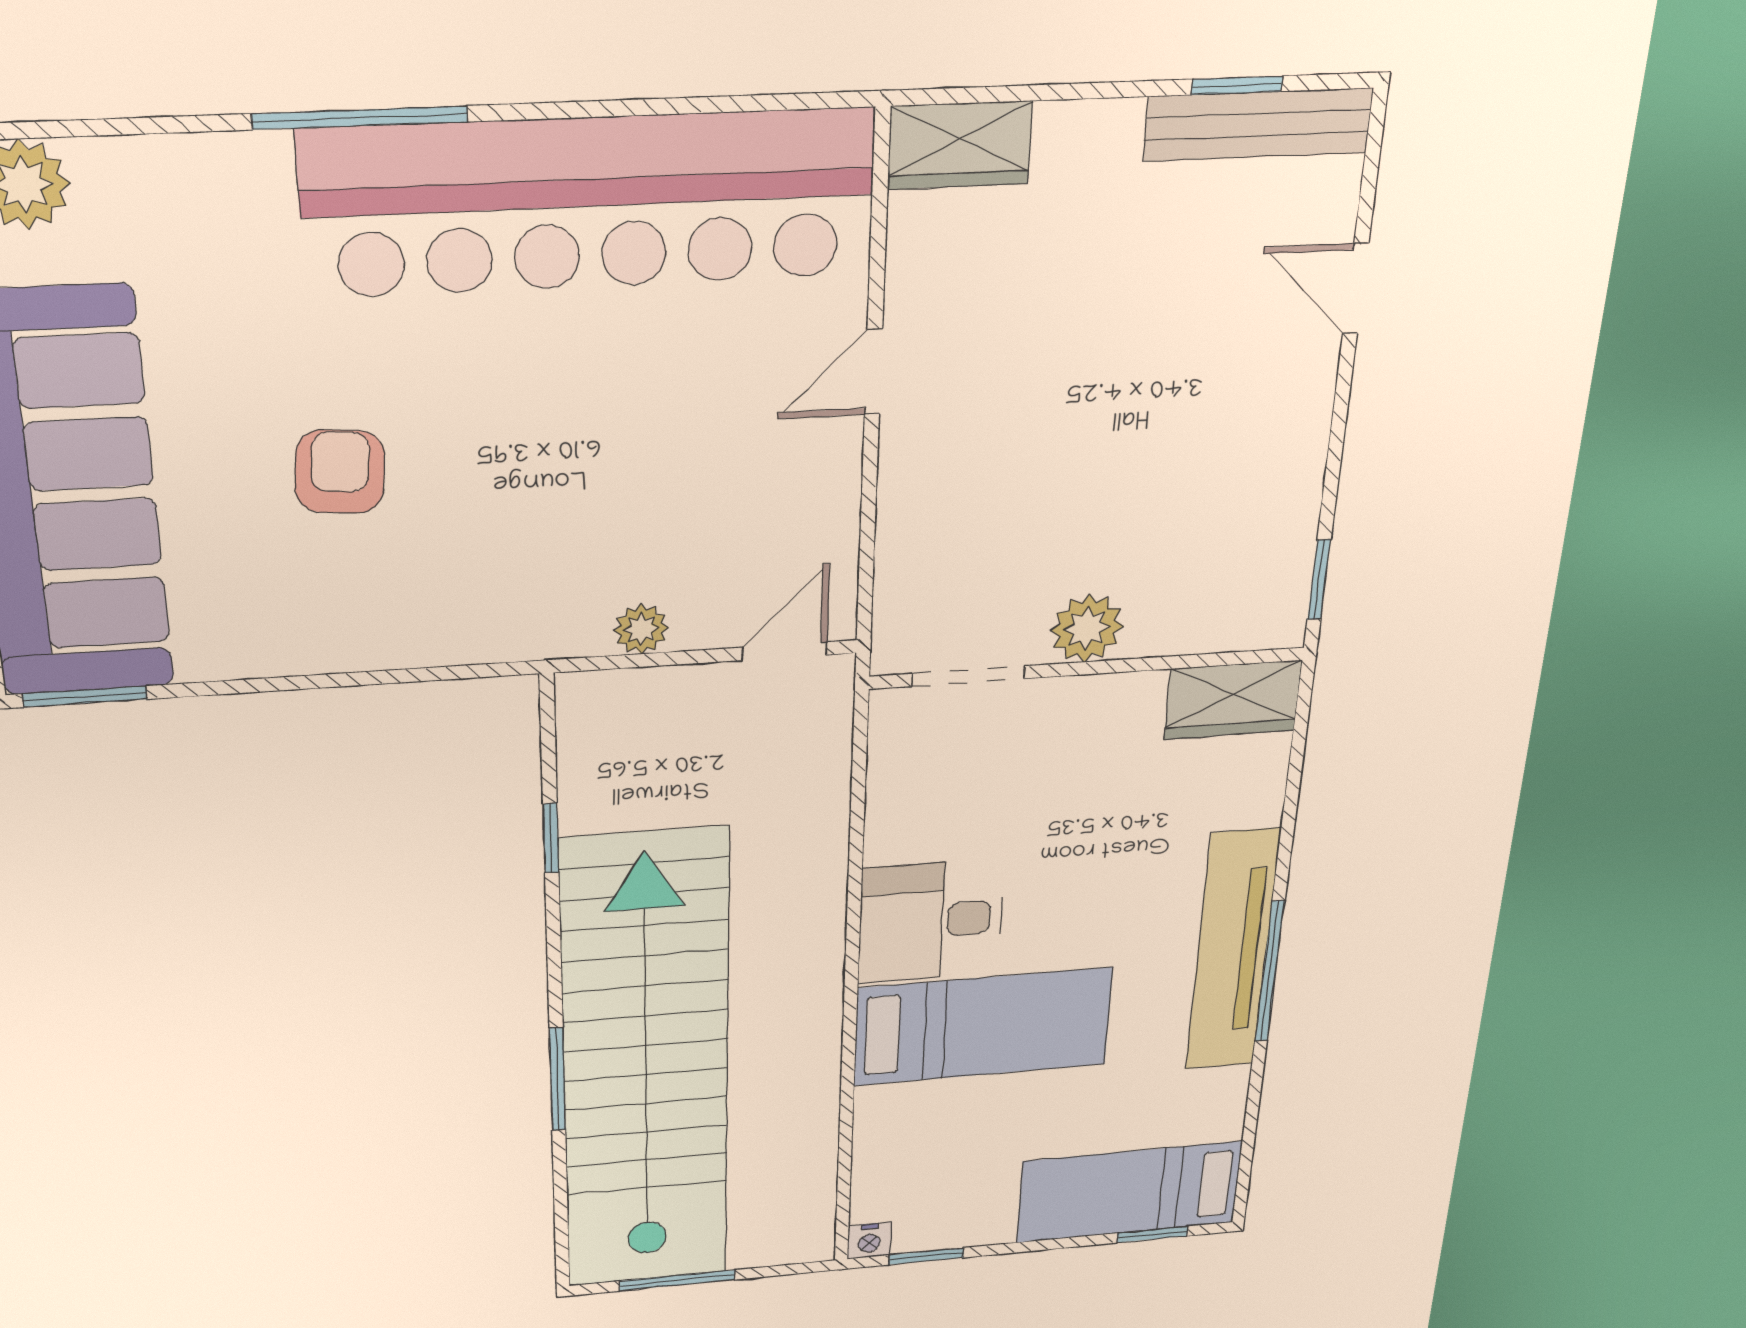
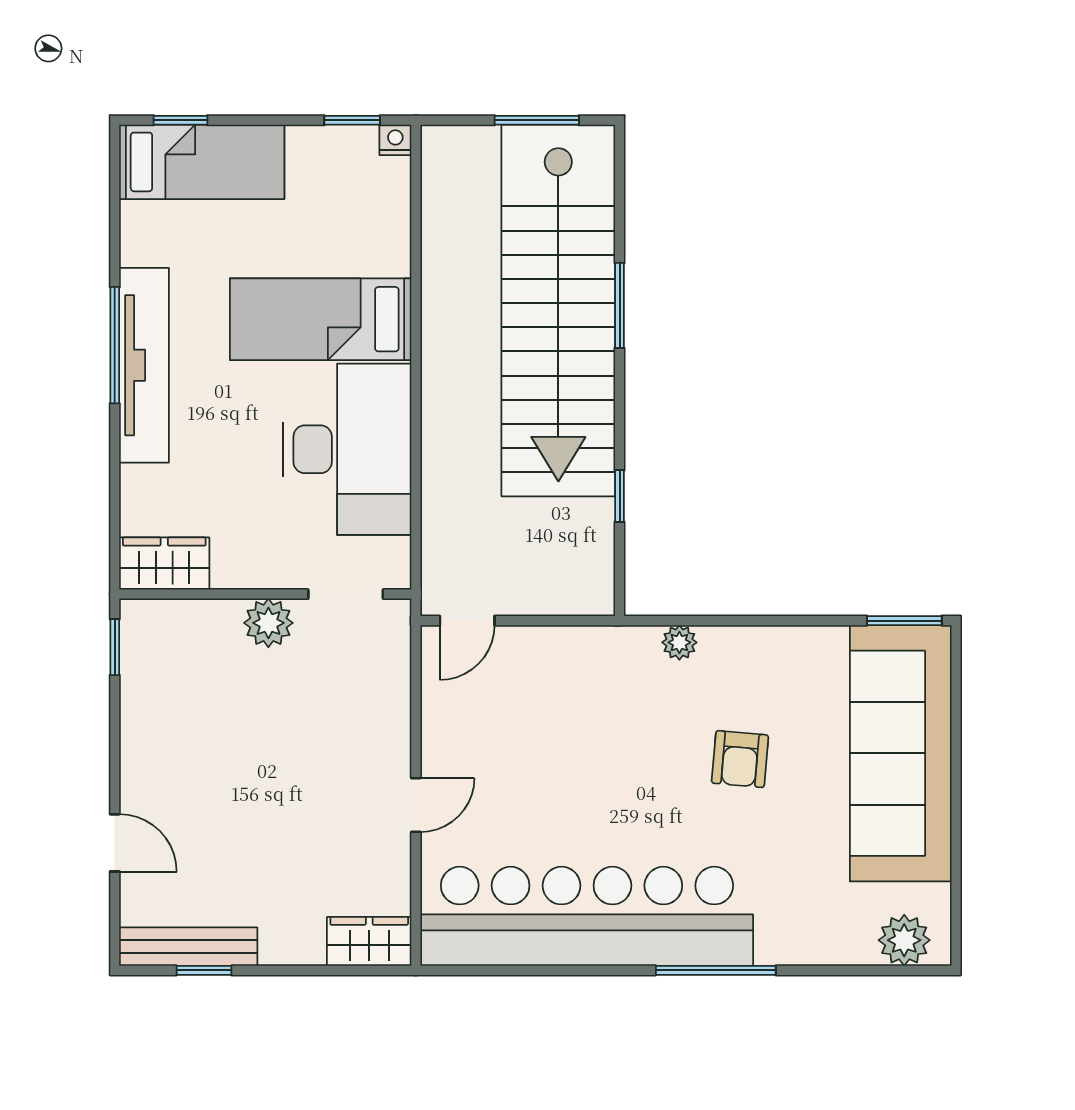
plant: (641, 629) -> (679, 642), moved
desk: (931, 921) -> (347, 449), width x1.87, depth x1.30

